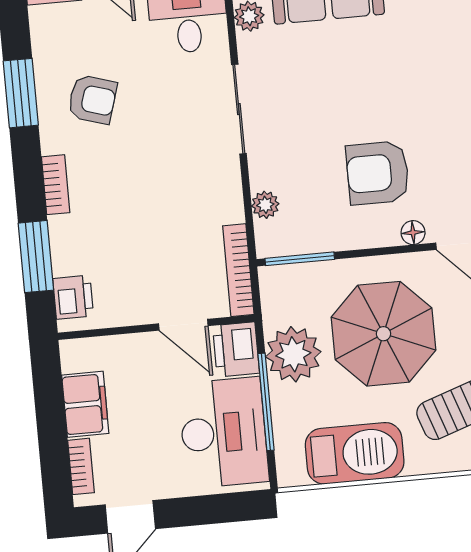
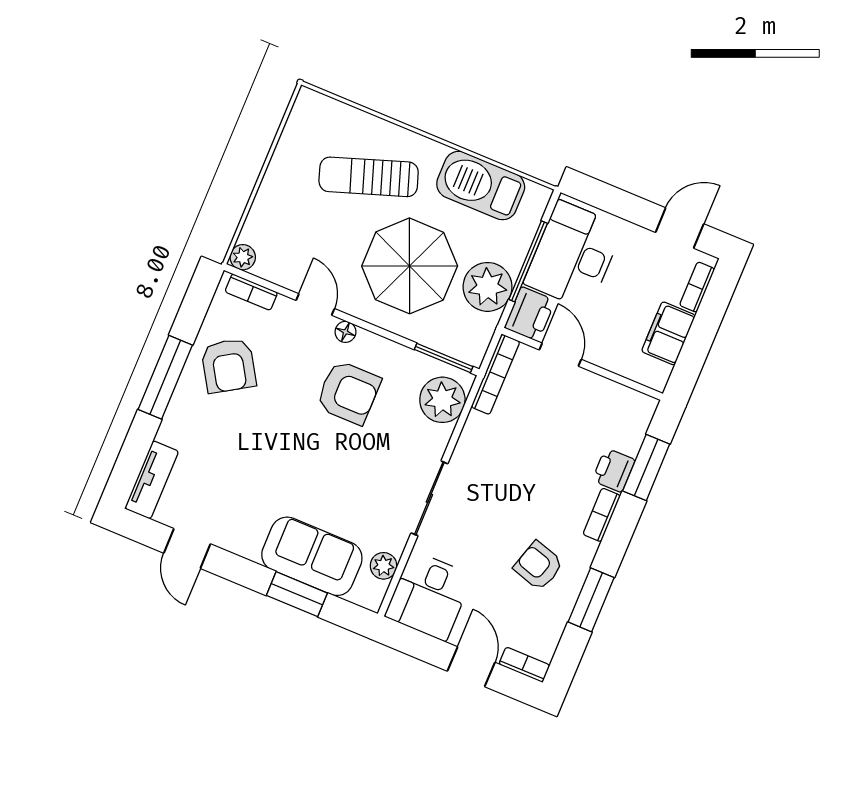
plant: (265, 205) -> (442, 400), width x1.87, depth x1.87
printer: (73, 297) -> (614, 470), moved

